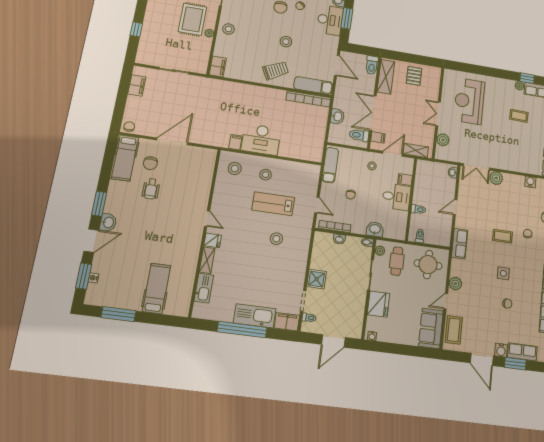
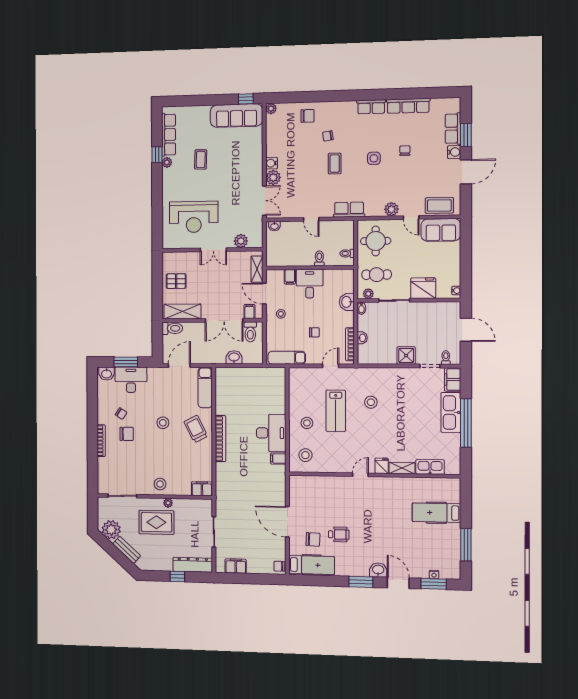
dresser: (145, 46) -> (193, 565), added
bookcase: (309, 99) -> (220, 439), moved
water cooler: (530, 182) -> (272, 163), moved

